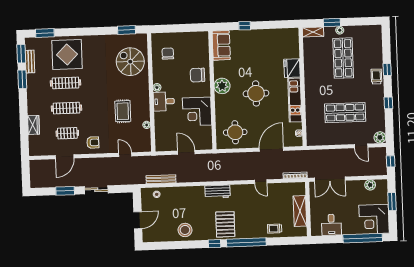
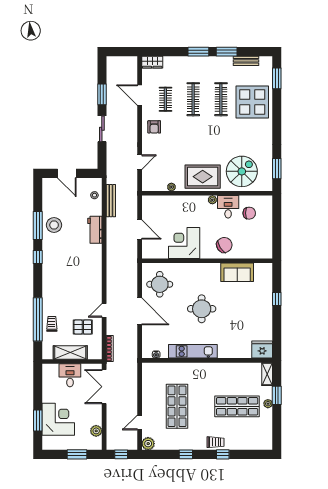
sofa: (221, 45) -> (237, 272), moved
window: (21, 54) -> (198, 52), moved
fridge: (292, 68) -> (262, 350), moved
chair: (197, 75) -> (224, 245), turned 57
plant: (222, 86) -> (211, 272), removed
desk: (164, 101) -> (228, 207), moved
rug: (123, 111) -> (203, 177), moved, width x1.36, depth x1.43
wardrobe: (33, 125) -> (152, 62), moved
door: (271, 149) -> (140, 311), moved
door: (186, 152) -> (140, 230), hinge flipped
workbench: (218, 192) -> (95, 230), moved
corner desk: (374, 219) -> (58, 419), moved, turned 90
pallet: (225, 224) -> (83, 327), moved, width x0.67, depth x0.71
desk: (331, 225) -> (70, 375), moved, turned 90
window: (363, 238) -> (38, 421), width x0.47
window: (246, 242) -> (38, 319), moved
window: (186, 245) -> (38, 225), added

